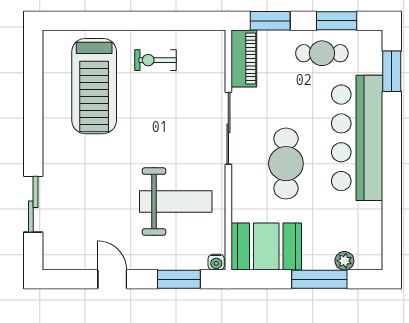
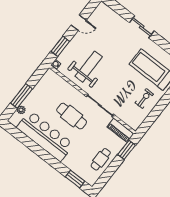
window: (337, 21) -> (108, 173), removed
bar counter: (357, 138) -> (45, 136), moved
weight bench: (176, 202) -> (89, 67), turned 180
sliding door: (33, 204) -> (142, 27), moved
booth: (266, 246) -> (48, 86), removed

